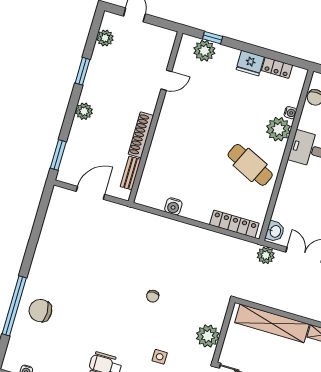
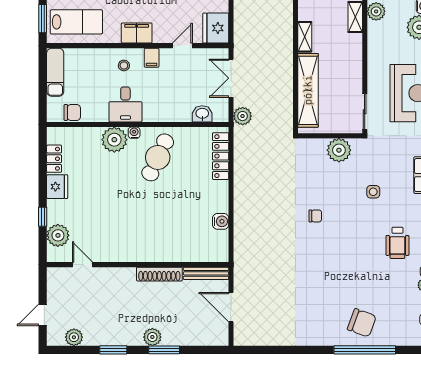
window: (213, 38) -> (43, 217), moved
door: (166, 80) -> (83, 265), moved
water cooler: (290, 113) -> (134, 133), moved
window: (58, 155) -> (164, 350), moved
bench: (130, 173) -> (206, 273), width x1.36
washbasin: (275, 231) -> (202, 114), moved
chair: (40, 311) -> (362, 323), turned -70

